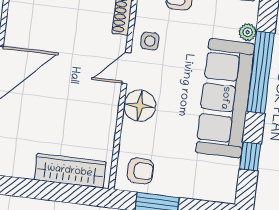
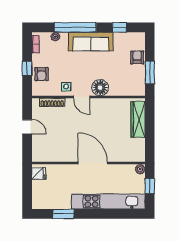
sofa: (225, 98) -> (91, 41), width x0.74, depth x0.79
armchair: (140, 171) -> (137, 57), moved

